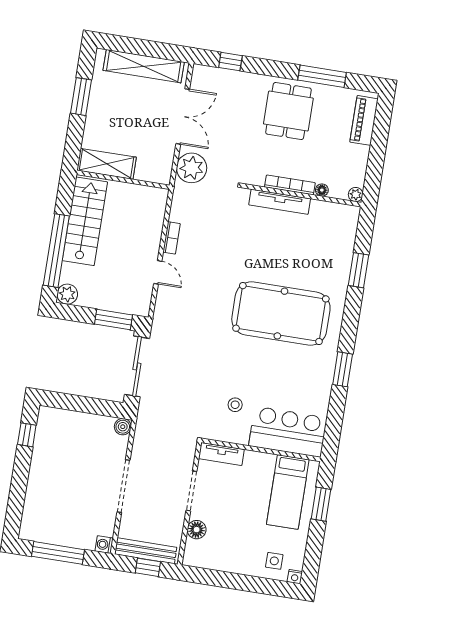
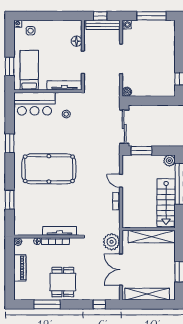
piano: (364, 120) -> (20, 268), moved
shelving: (107, 164) -> (152, 237), width x1.47
tv unit: (221, 454) -> (64, 85), width x1.41

